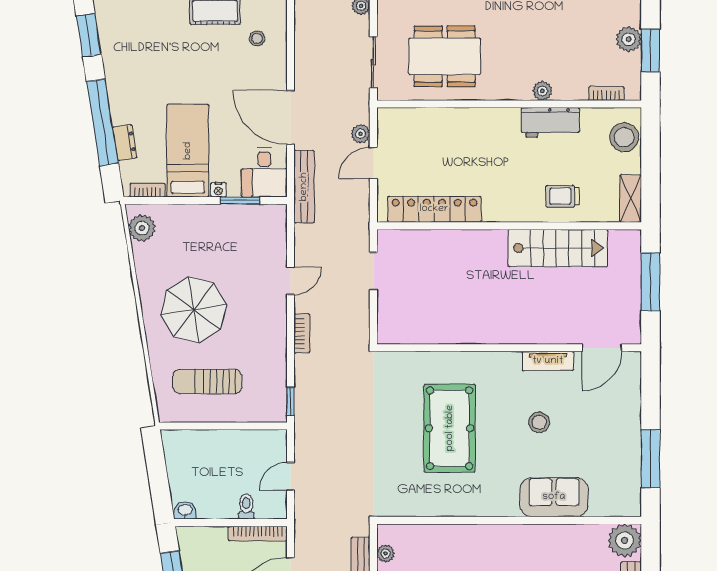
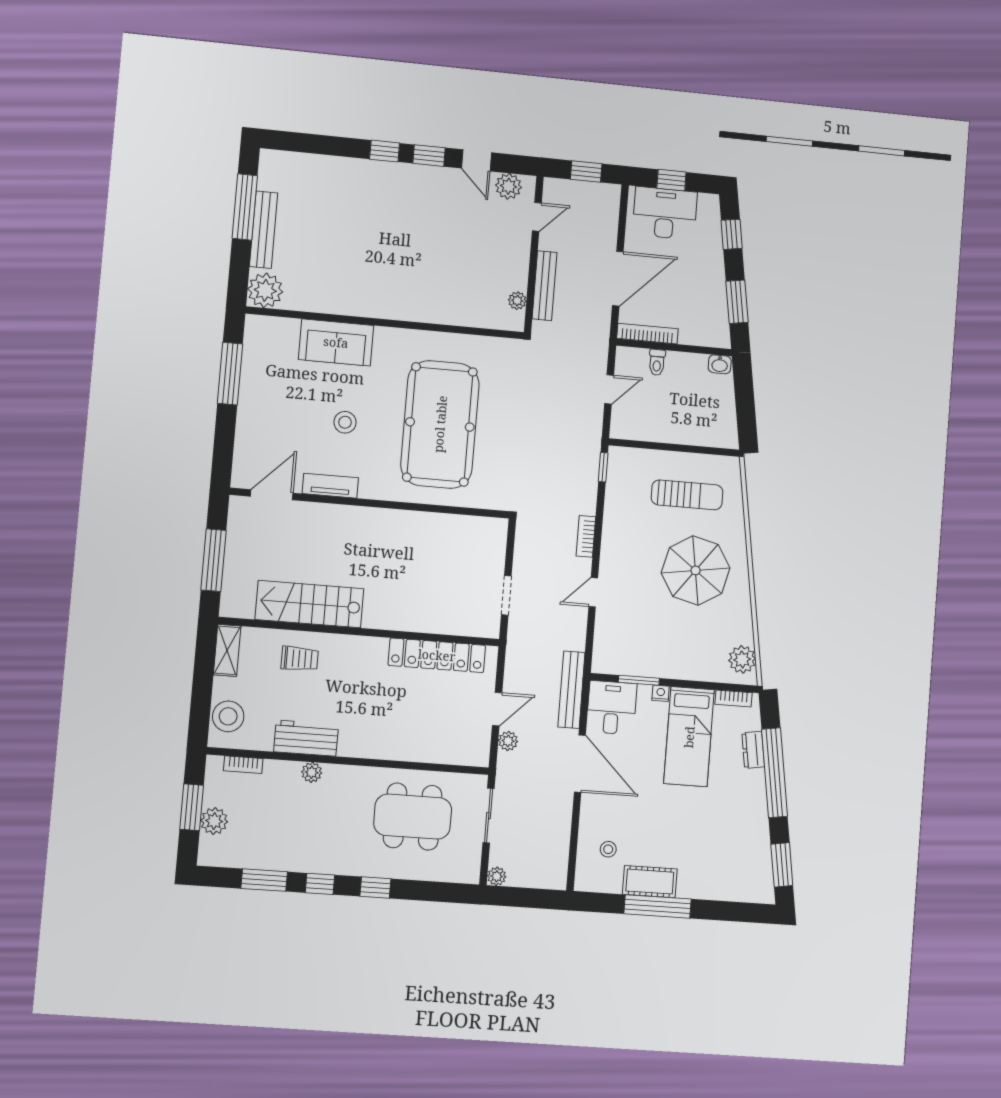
pool table: (450, 428) -> (440, 424), width x1.36, depth x1.32

